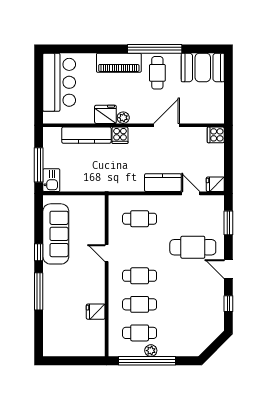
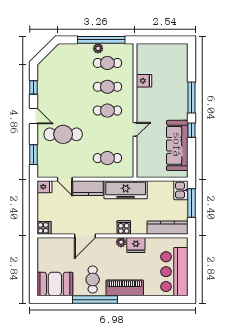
kitchen counter: (86, 135) -> (167, 228), moved
freezer: (118, 181) -> (126, 190), added
door: (107, 253) -> (135, 129), hinge flipped

